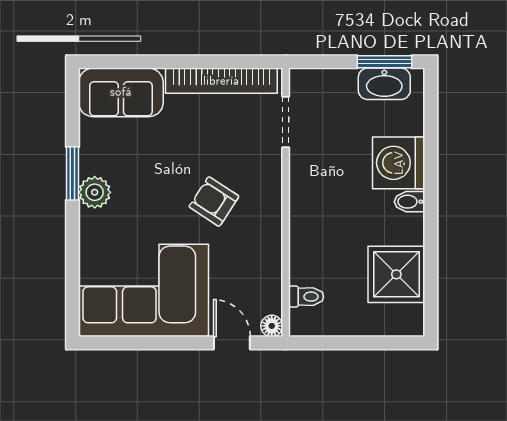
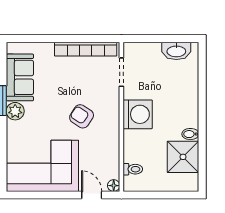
window: (385, 62) -> (176, 39), removed
sofa: (121, 92) -> (20, 77), moved, turned -90
washing machine: (399, 163) -> (138, 114), moved, turned 180
bidet: (410, 202) -> (190, 134), moved

